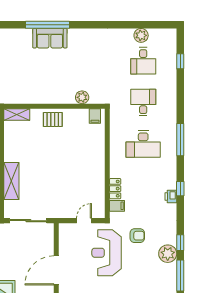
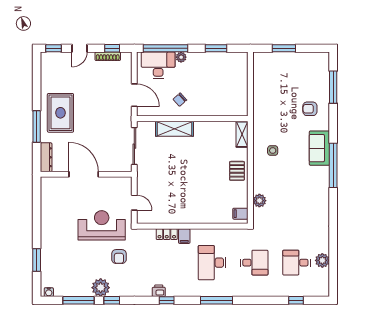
sofa: (50, 38) -> (319, 148), moved
side table: (33, 84) -> (273, 151), added
filing cabinet: (117, 206) -> (184, 236), moved

